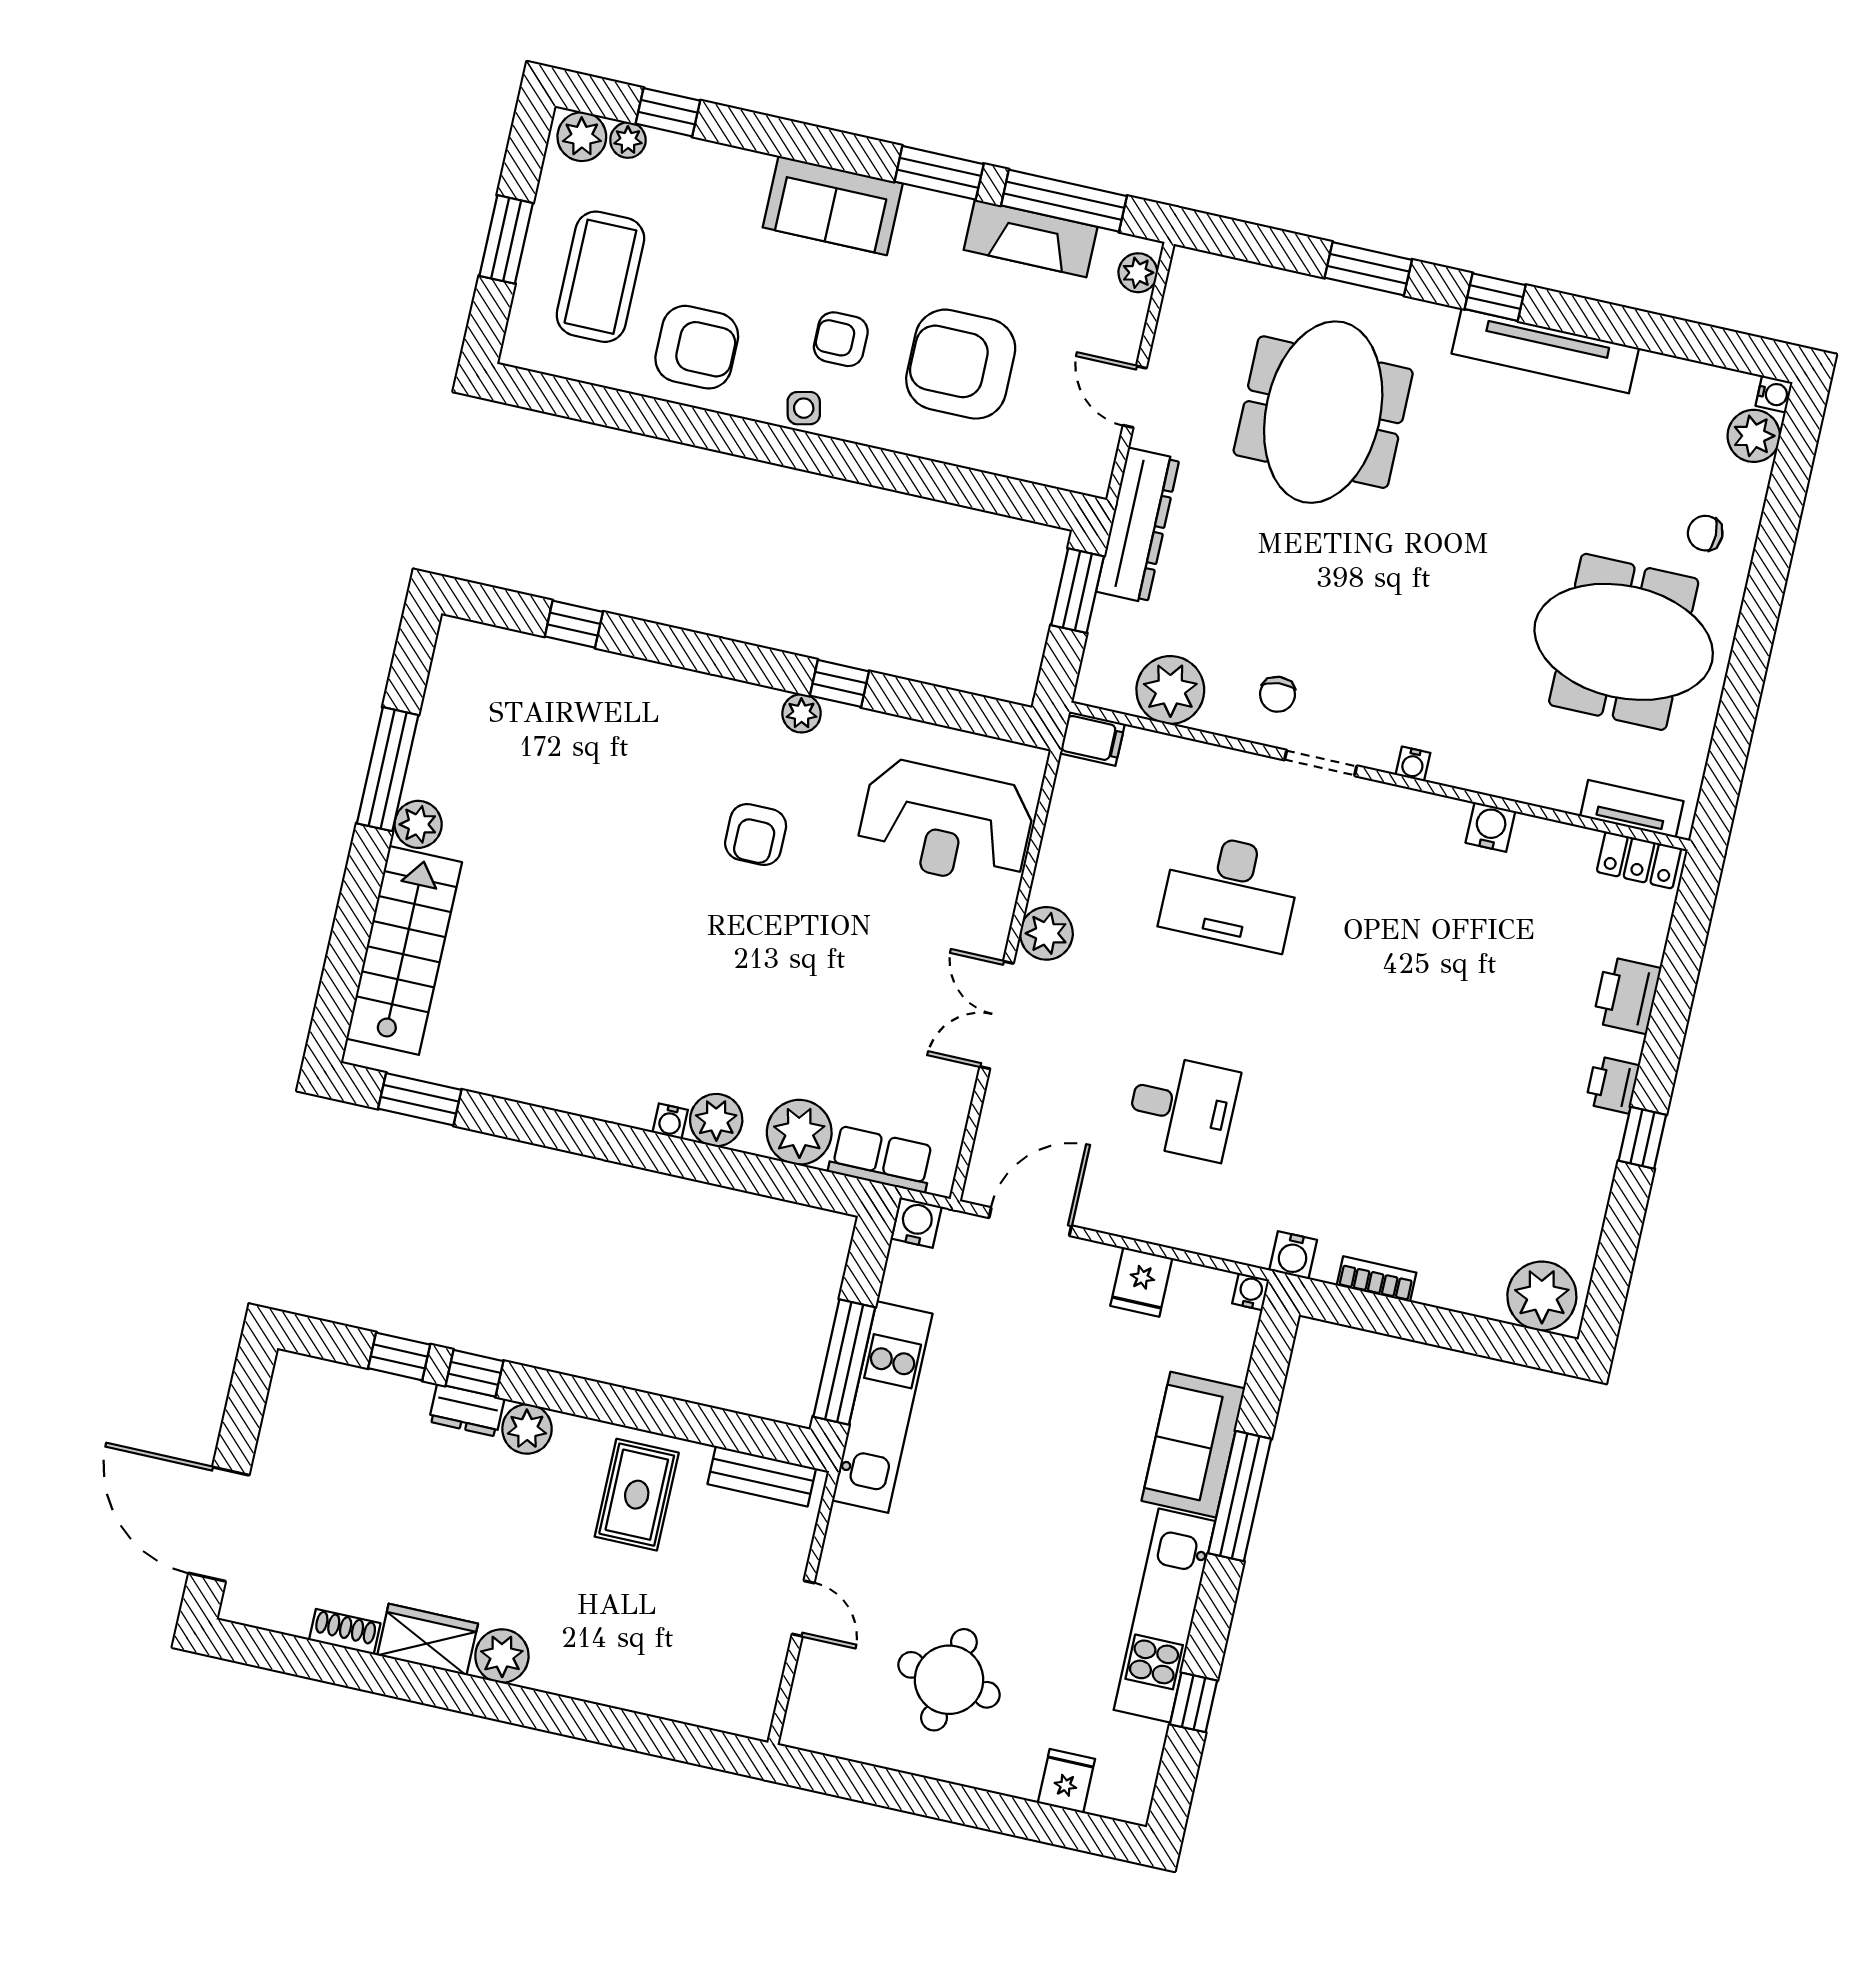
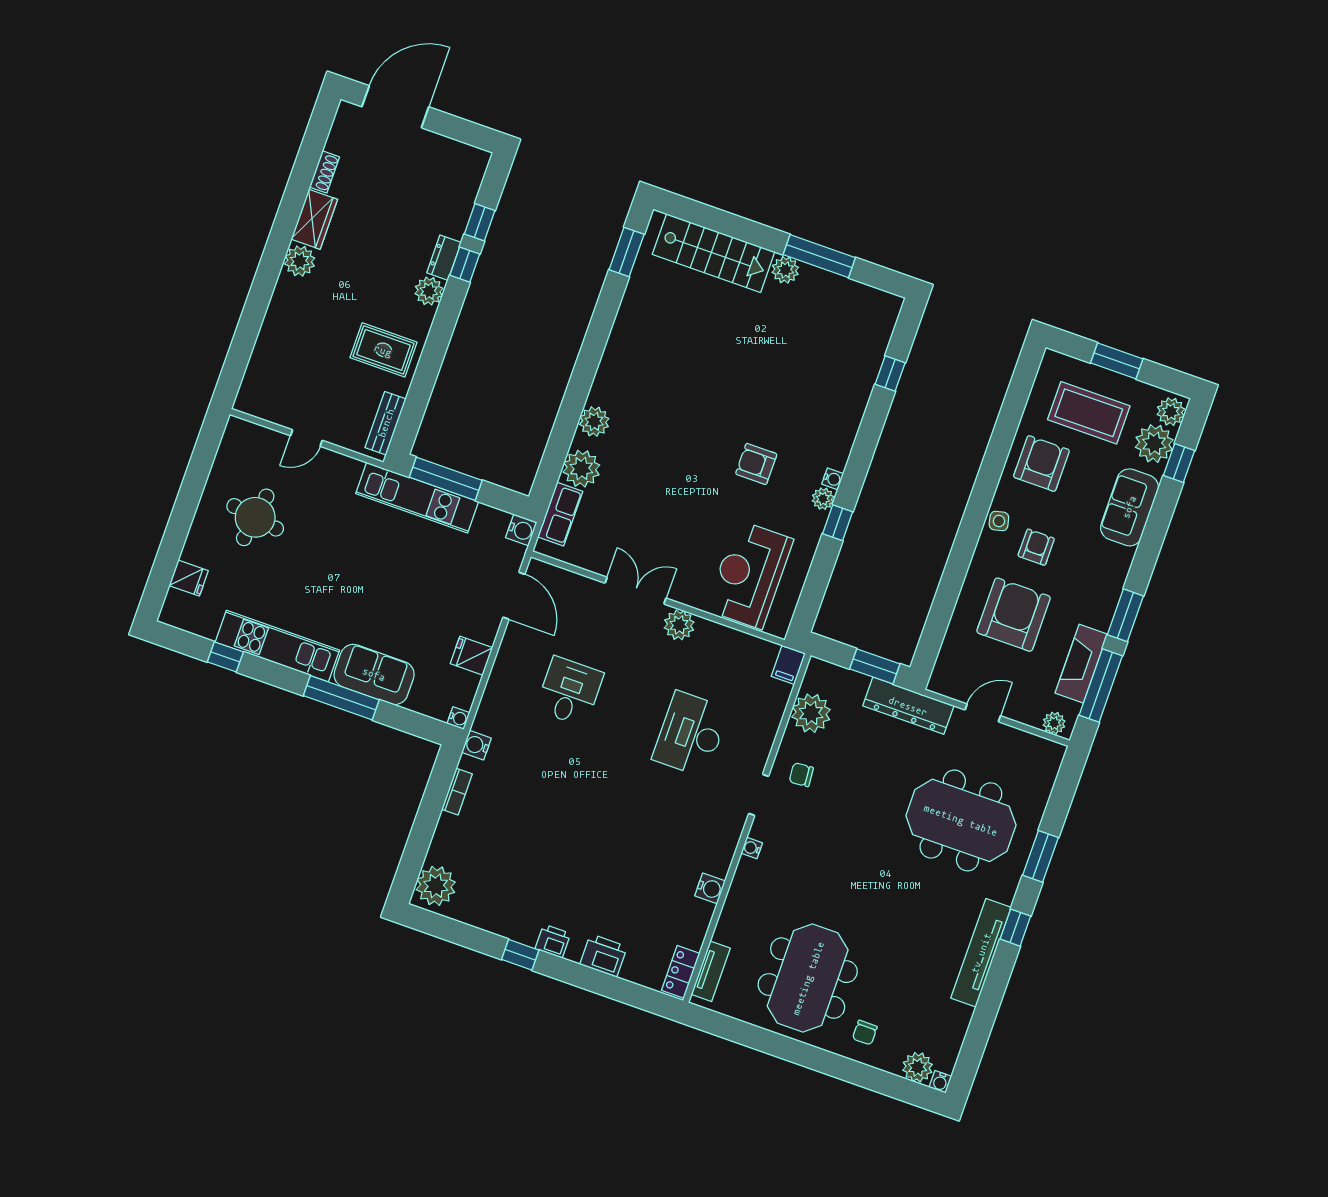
plant: (628, 140) -> (1154, 444), width x1.88, depth x1.88
sofa: (833, 205) -> (1129, 507), moved
armchair: (697, 347) -> (1041, 463), turned 180
chair: (1705, 533) -> (865, 1033), turned 180
desk: (1182, 1107) -> (570, 691), turned 180
water cooler: (670, 1121) -> (833, 479), moved, turned 180

